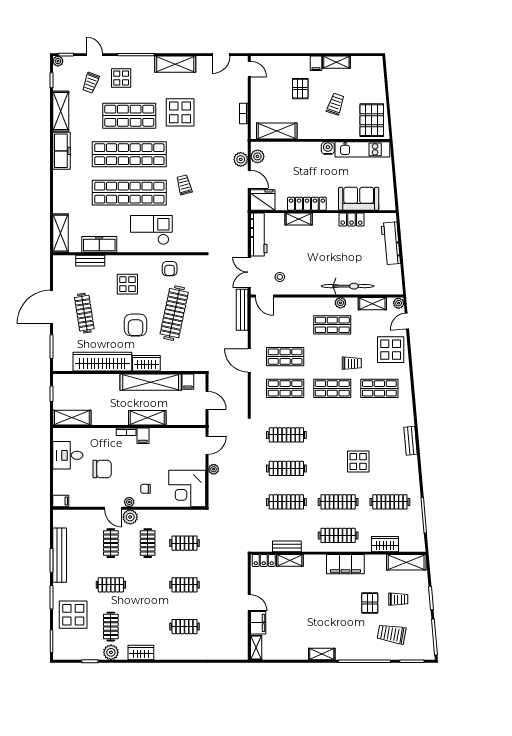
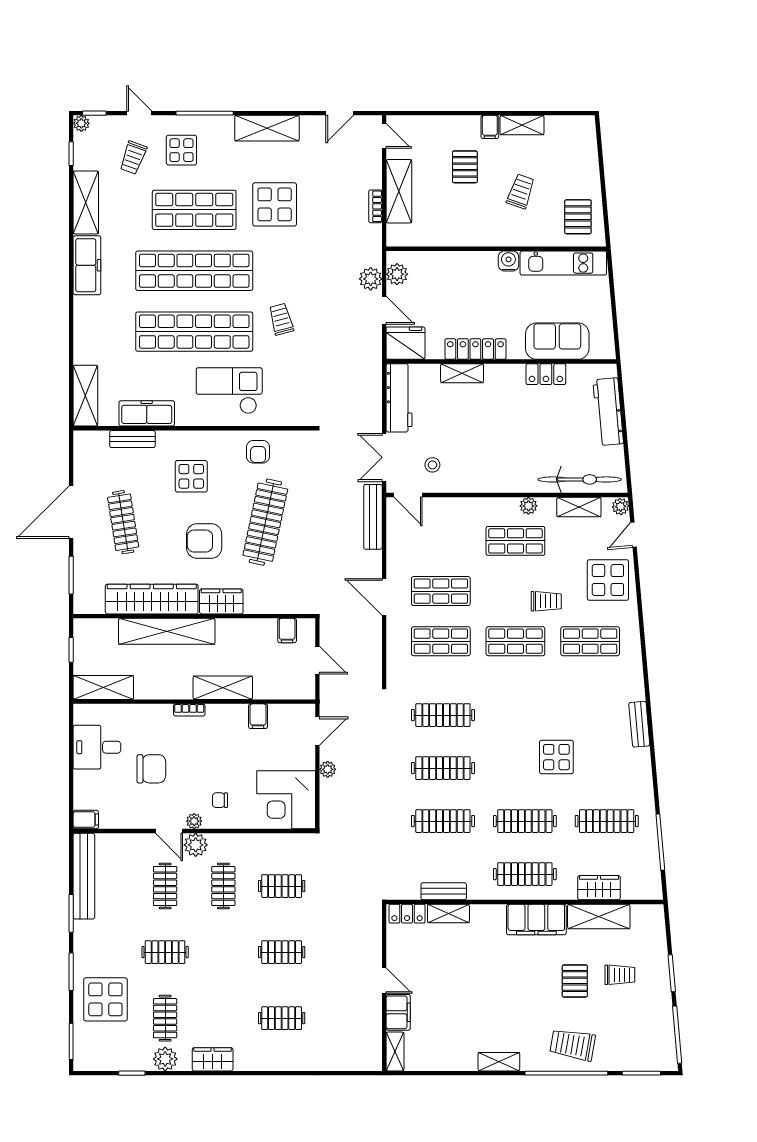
pallet: (372, 120) -> (578, 217), width x0.67, depth x0.71
shelving: (277, 131) -> (399, 191), moved, turned 90
bicycle: (348, 286) -> (580, 479), moved
armchair: (136, 325) -> (204, 541), turned 90
shelving: (151, 382) -> (167, 631), moved
filing cabinet: (143, 436) -> (258, 716), moved
bench: (60, 555) -> (84, 876), moved
shelving: (406, 562) -> (599, 916), moved
trolley: (392, 634) -> (573, 1045), moved

